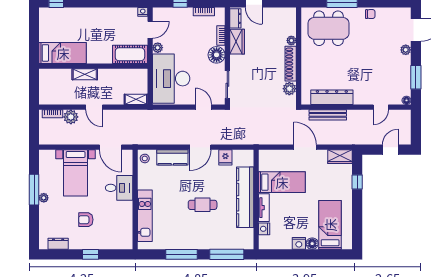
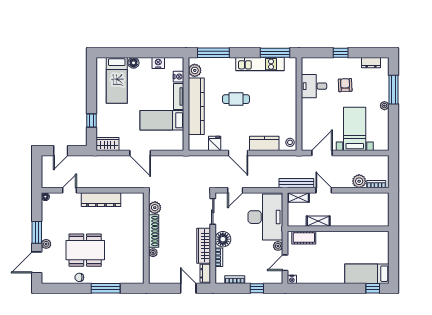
dining table: (328, 28) -> (85, 250), moved
wardrobe: (237, 42) -> (204, 246), width x1.50
bed: (63, 53) -> (367, 274), moved
cot: (130, 54) -> (304, 238), width x0.73, depth x0.75
shelving: (85, 74) -> (318, 221), moved
window: (416, 77) -> (37, 232), moved
dresser: (332, 97) -> (101, 200), moved
door: (94, 107) -> (324, 190), moved
door: (203, 107) -> (235, 190), hinge flipped
bench: (328, 115) -> (296, 183), moved
door: (111, 147) -> (322, 153), hinge flipped
door: (200, 147) -> (238, 153), swing flipped
desk: (119, 188) -> (314, 86), moved
window: (34, 190) -> (394, 90), moved
kitchen unit: (145, 216) -> (260, 64), moved, turned -90
armchair: (86, 220) -> (345, 85), turned -92
plant: (247, 235) -> (195, 70), added
nightstand: (299, 243) -> (158, 63), moved
window: (181, 254) -> (275, 53), moved

